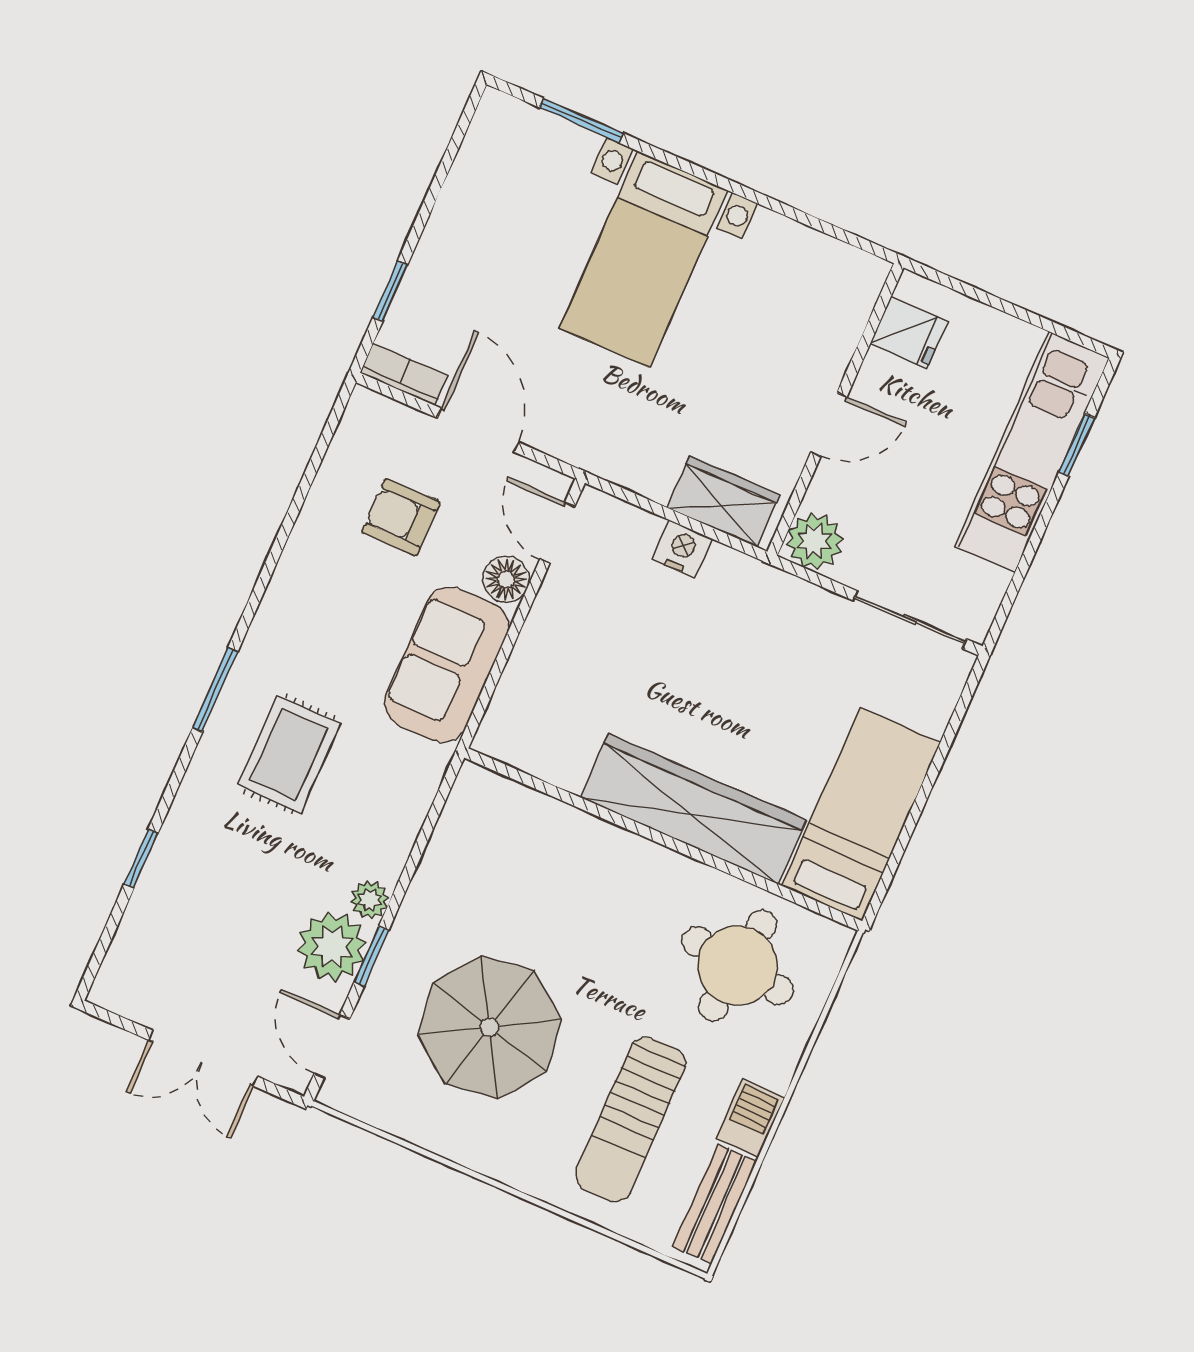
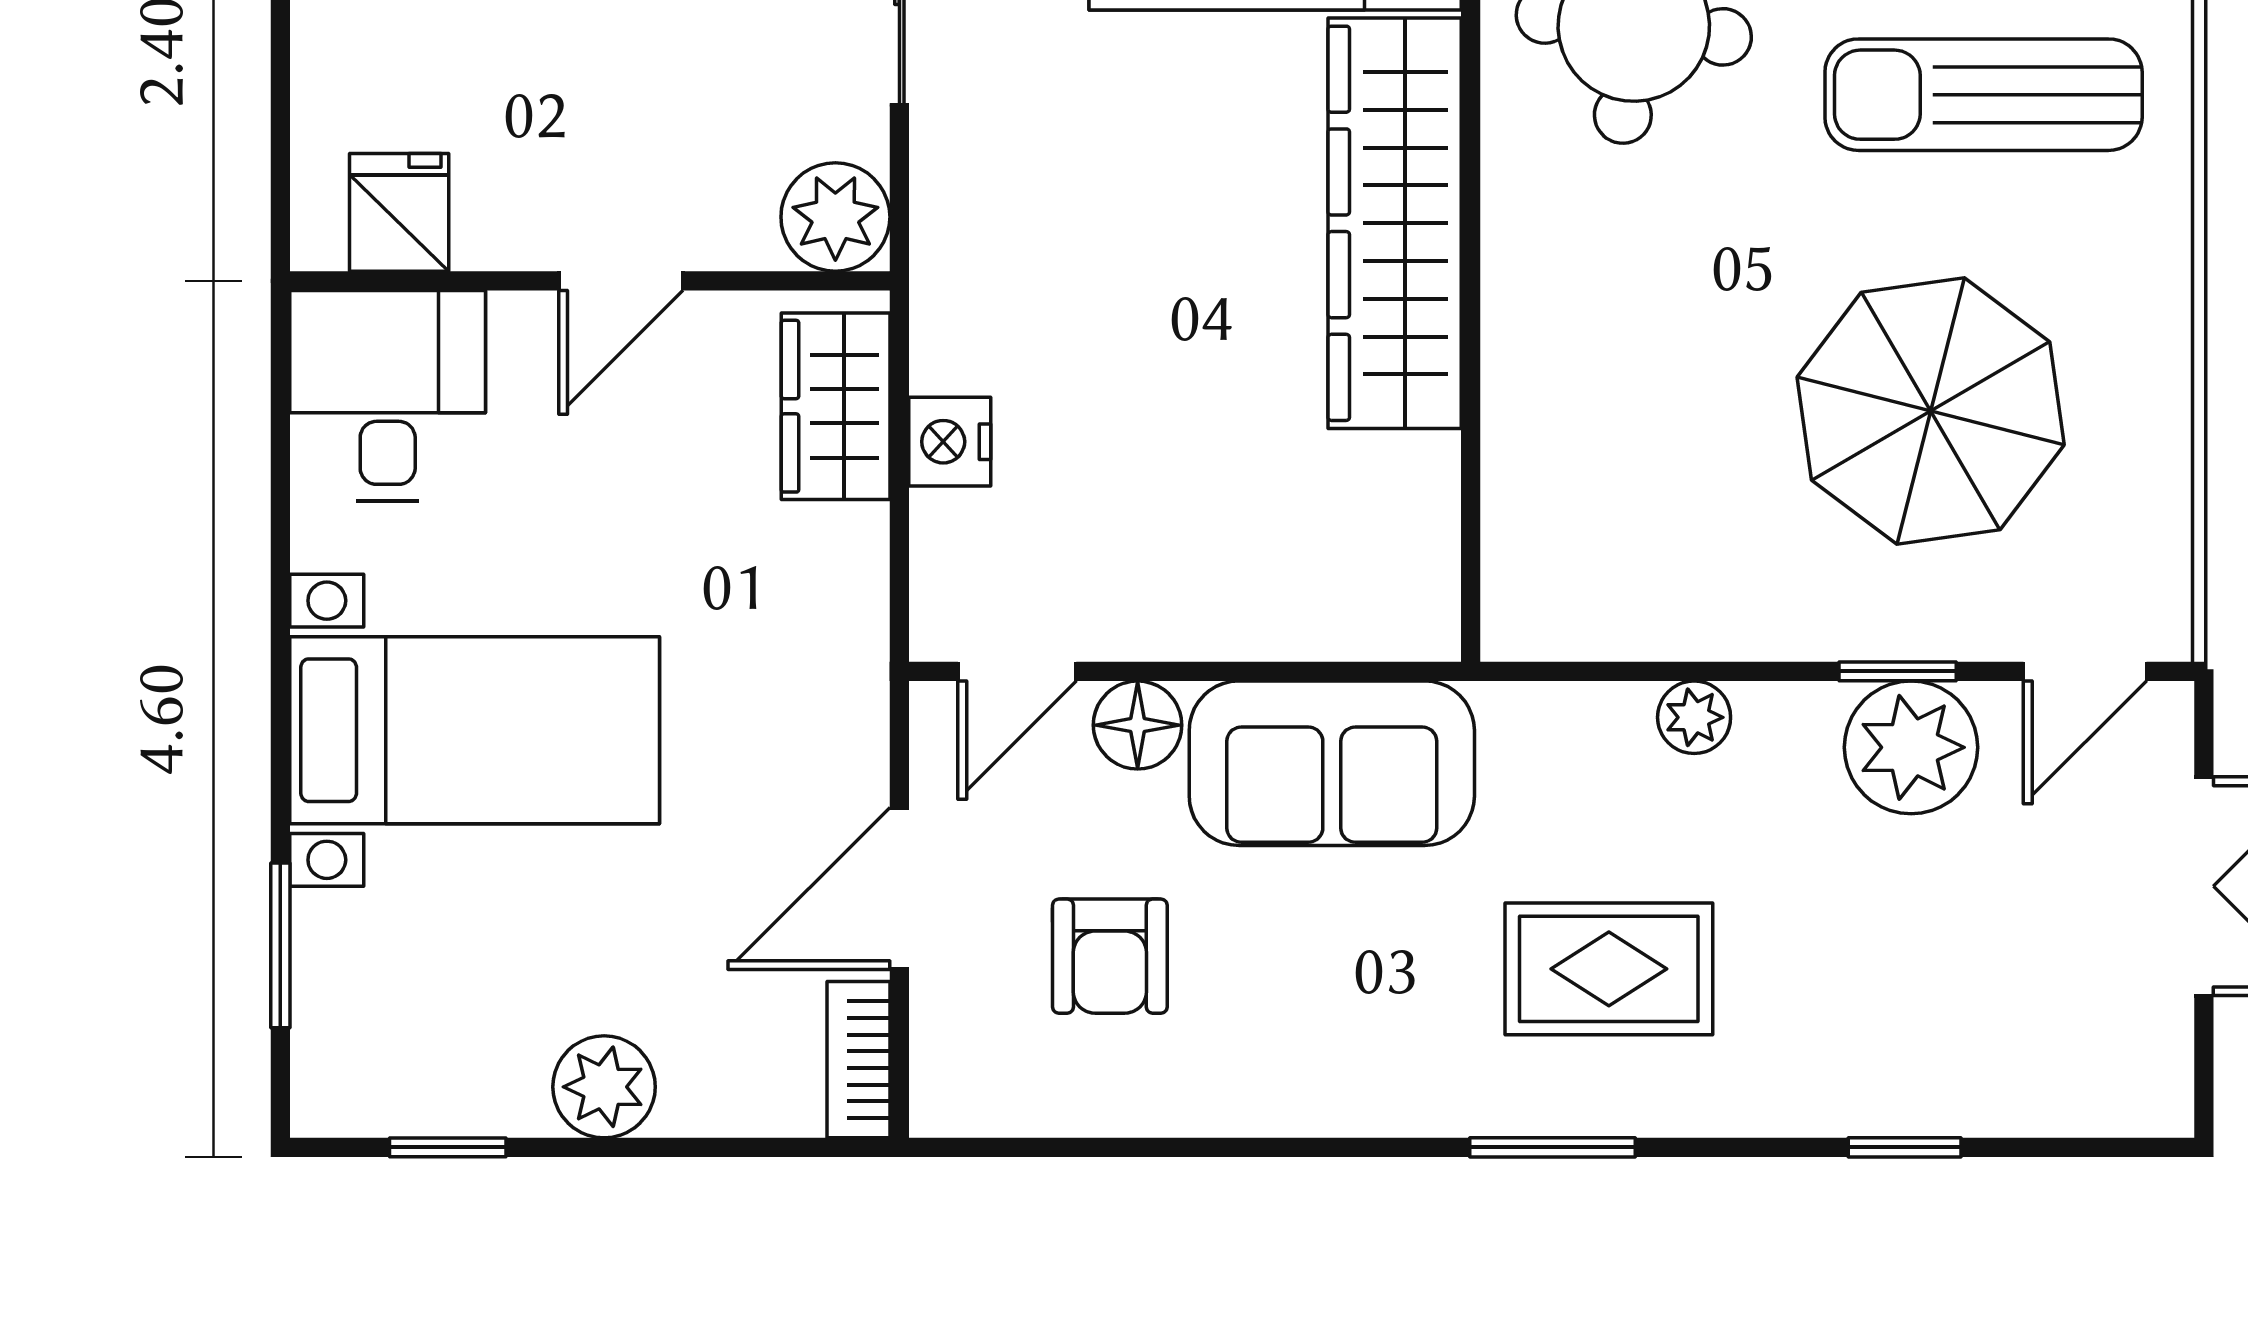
plant: (445, 246) -> (604, 1087), added
desk: (823, 288) -> (388, 396), added
window: (390, 291) -> (448, 1147), moved
door: (829, 424) -> (621, 281), swing flipped
plant: (370, 900) -> (1694, 717), moved
sun lounger: (631, 1119) -> (1984, 95), turned 180

